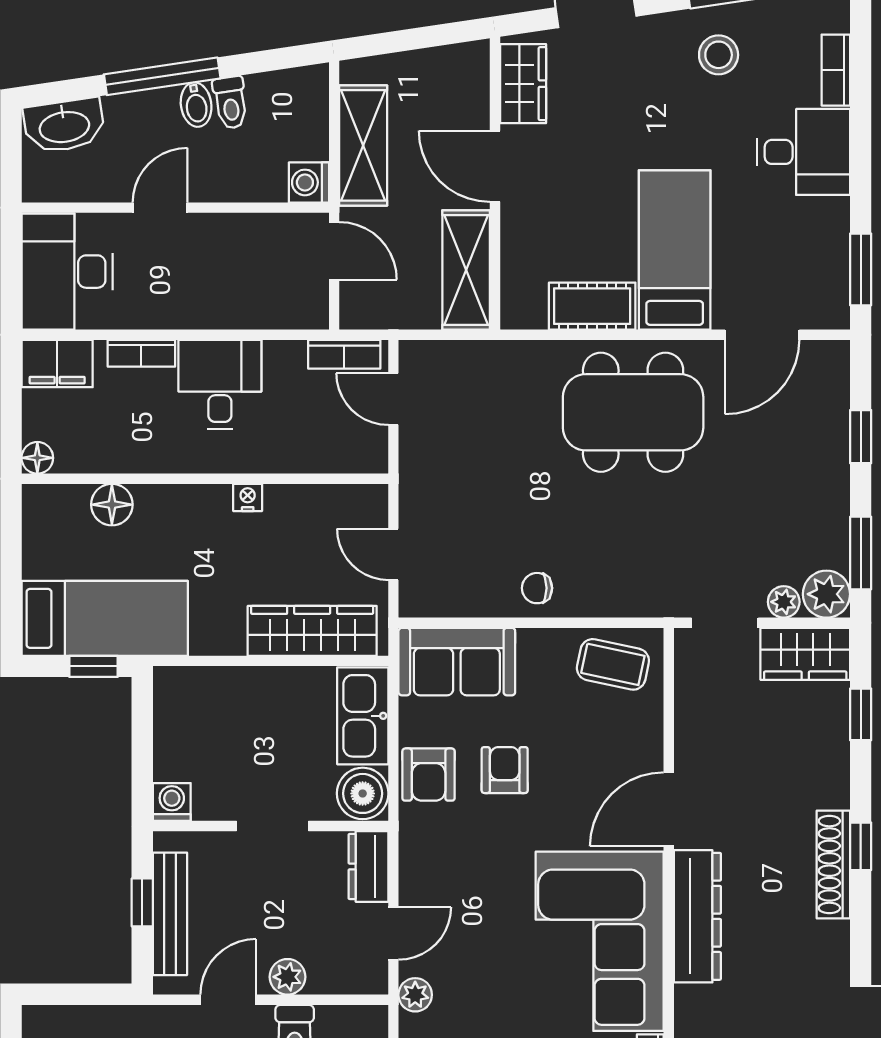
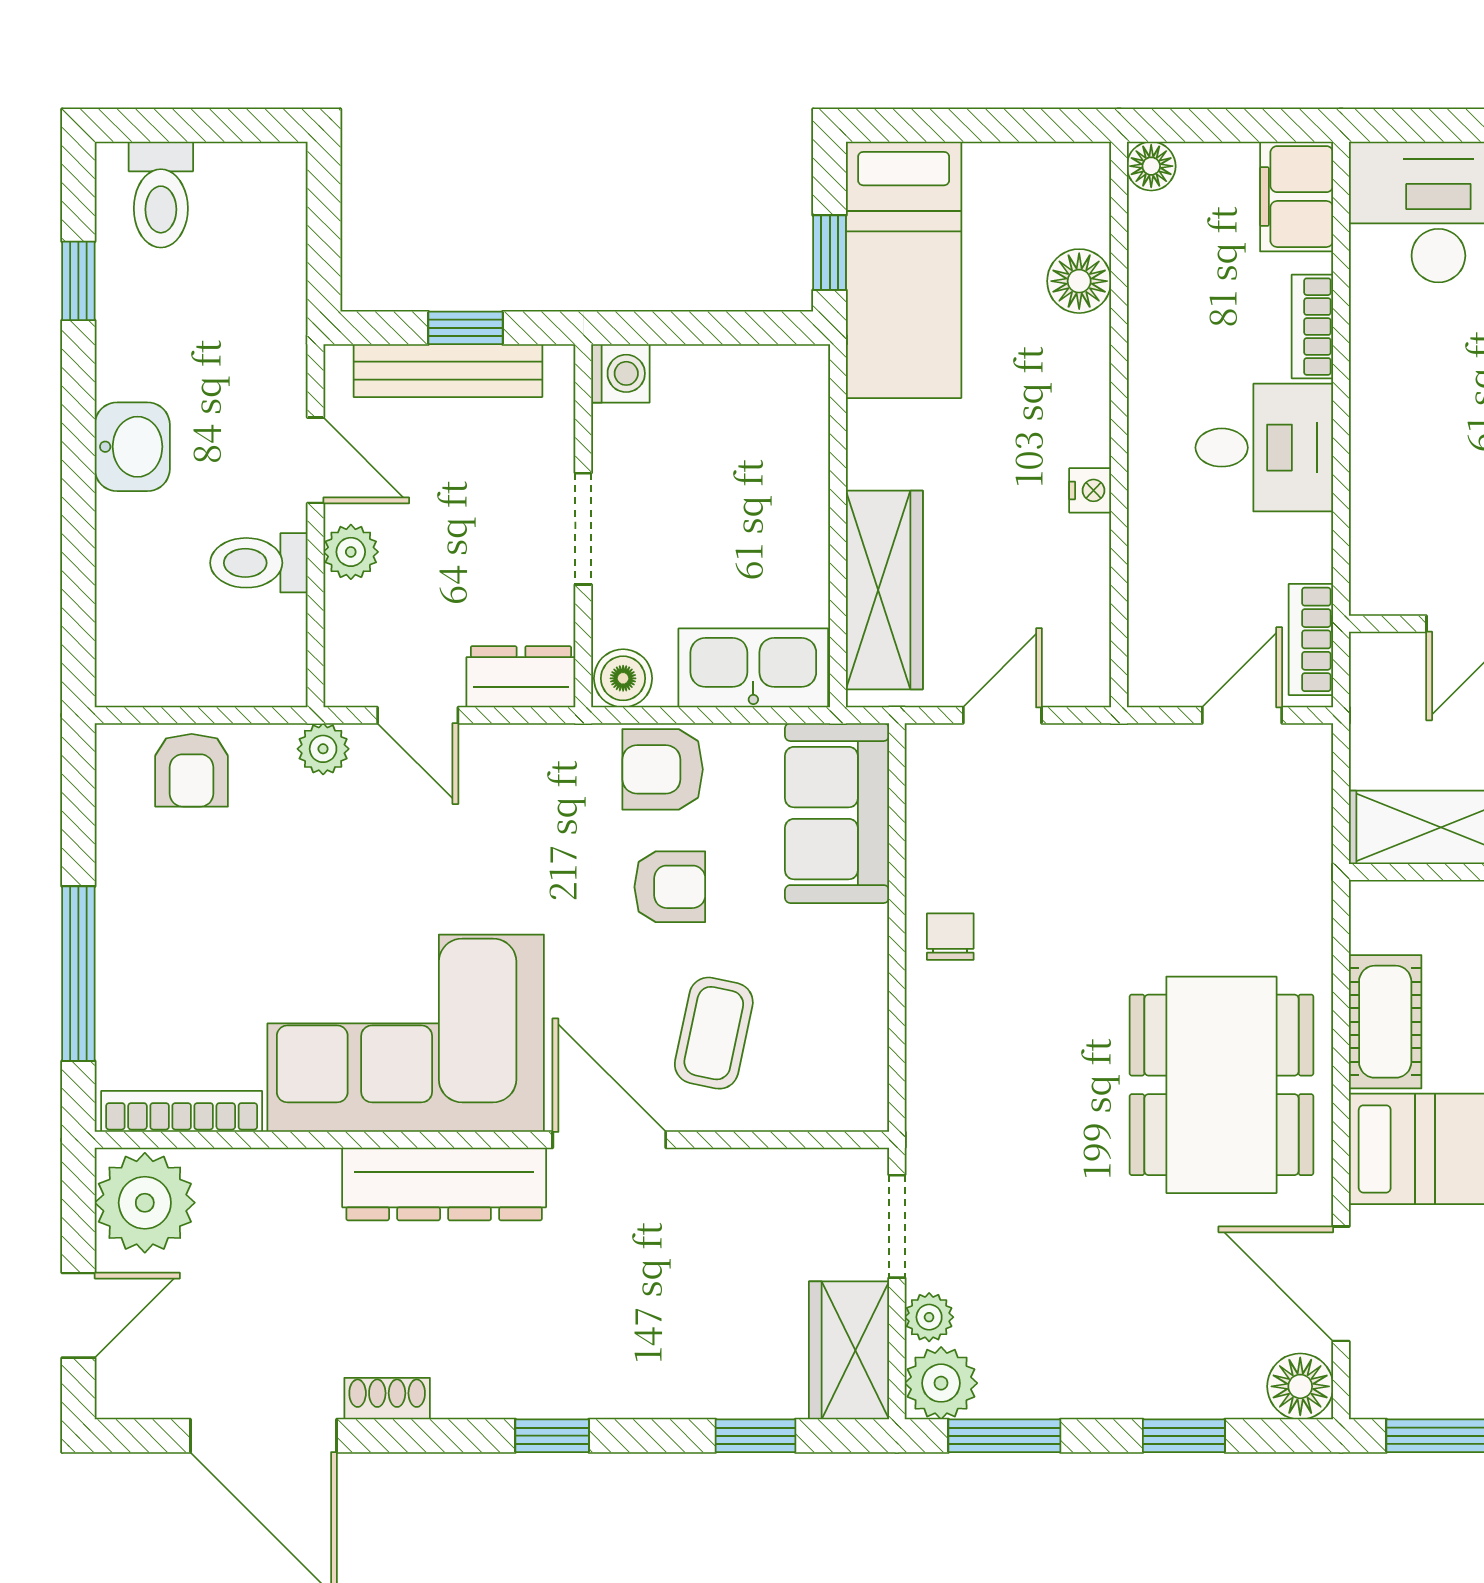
floor lamp: (829, 361) -> (1300, 1386), added
coffee table: (613, 664) -> (714, 1033), moved
boiler: (363, 793) -> (623, 678), width x0.73, depth x0.73
shoe rack: (833, 864) -> (387, 1399), moved, width x0.51, depth x0.81

